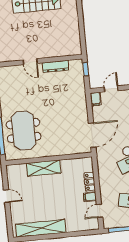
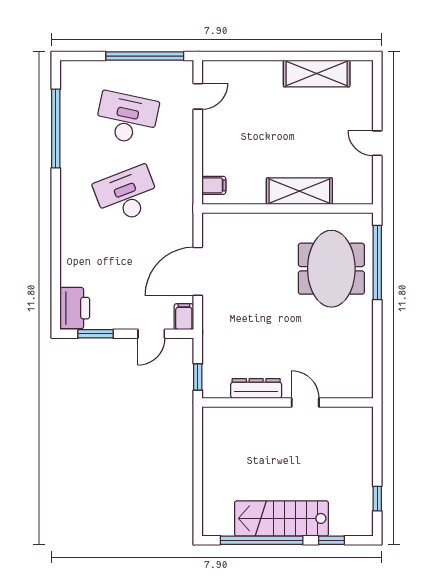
door: (92, 135) -> (198, 271), moved
locker: (90, 182) -> (212, 156), removed
filing cabinet: (90, 197) -> (214, 185), moved
shelving: (41, 228) -> (317, 74), width x0.68

